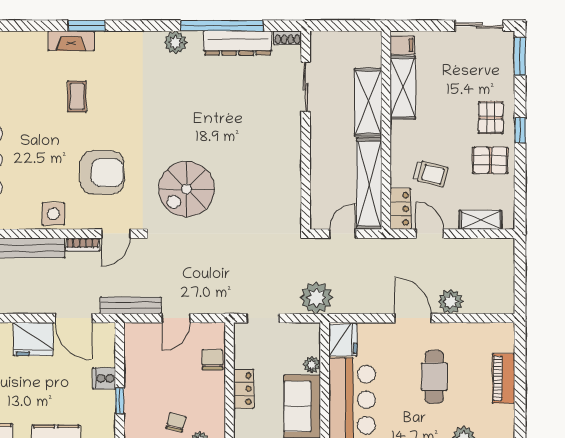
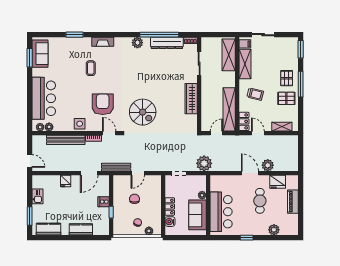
window: (87, 26) -> (74, 35), moved
sliding door: (479, 26) -> (263, 35), moved
fireplace: (71, 41) -> (103, 42), moved
shelving: (368, 102) -> (229, 55), moved
window: (520, 130) -> (301, 84), width x2.17
wardrobe: (289, 161) -> (191, 99), added
armchair: (102, 172) -> (103, 104), turned -90
trolley: (431, 174) -> (255, 94), moved
spiral stairs: (187, 189) -> (143, 112), turned -90
door: (116, 234) -> (109, 133), swing flipped
door: (73, 318) -> (89, 173), hinge flipped
fridge: (33, 339) -> (66, 181), width x0.53, depth x0.75
fridge: (343, 340) -> (278, 182), moved, turned 90
chair: (212, 360) -> (135, 199), moved
water cooler: (244, 420) -> (170, 222), added

